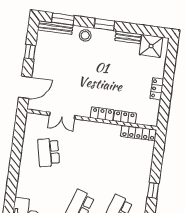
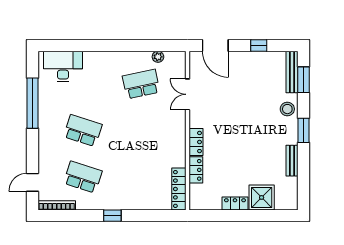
shower: (151, 46) -> (262, 197), moved
plant: (28, 136) -> (158, 57), added

